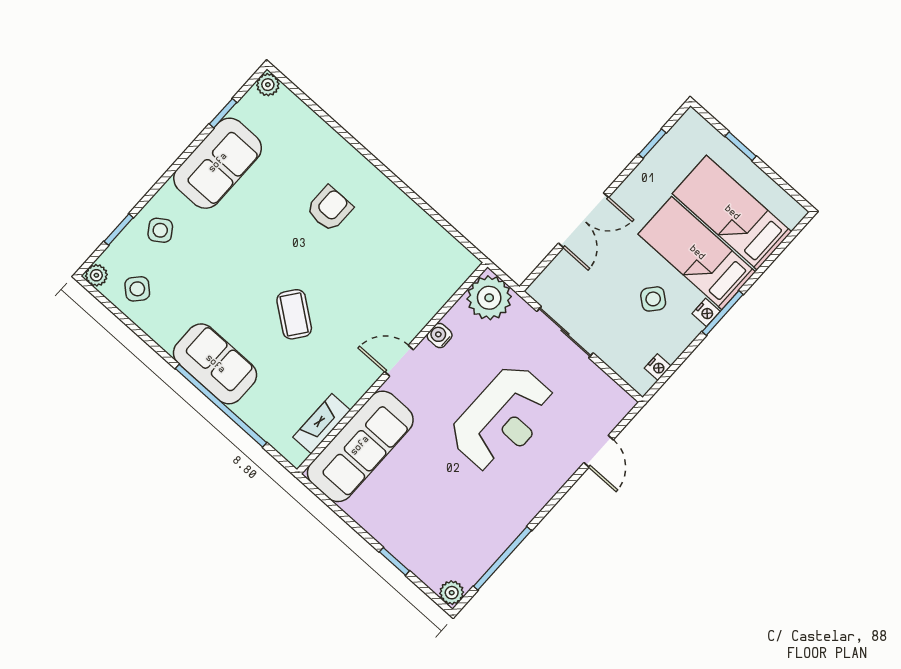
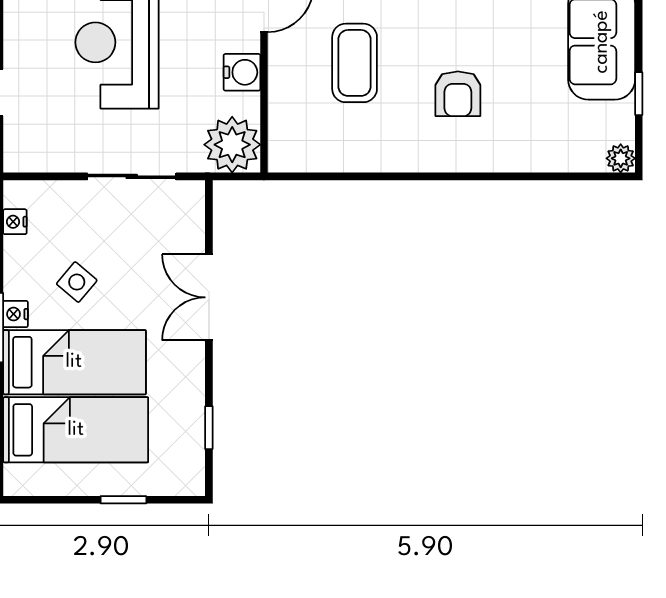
coffee table: (374, 281) -> (355, 63), added
water cooler: (440, 335) -> (242, 72), width x1.38, depth x1.38

